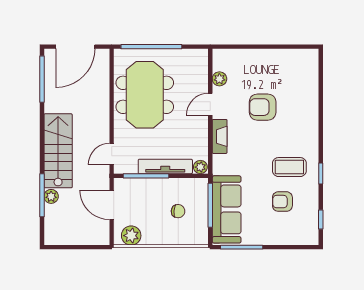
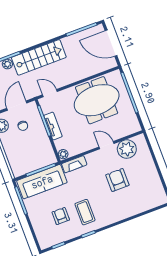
plant: (219, 79) -> (127, 149), width x1.87, depth x1.87
fireplace: (220, 136) -> (74, 164), moved
tv unit: (165, 166) -> (53, 126), width x0.71
chair: (178, 211) -> (23, 126), moved

